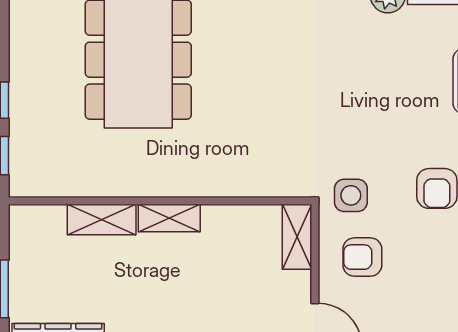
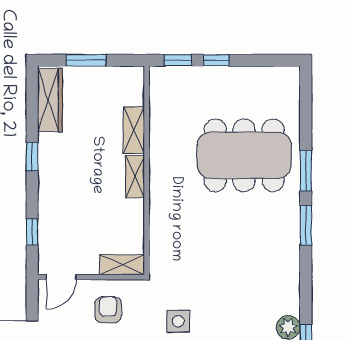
side table: (351, 195) -> (178, 321), moved

